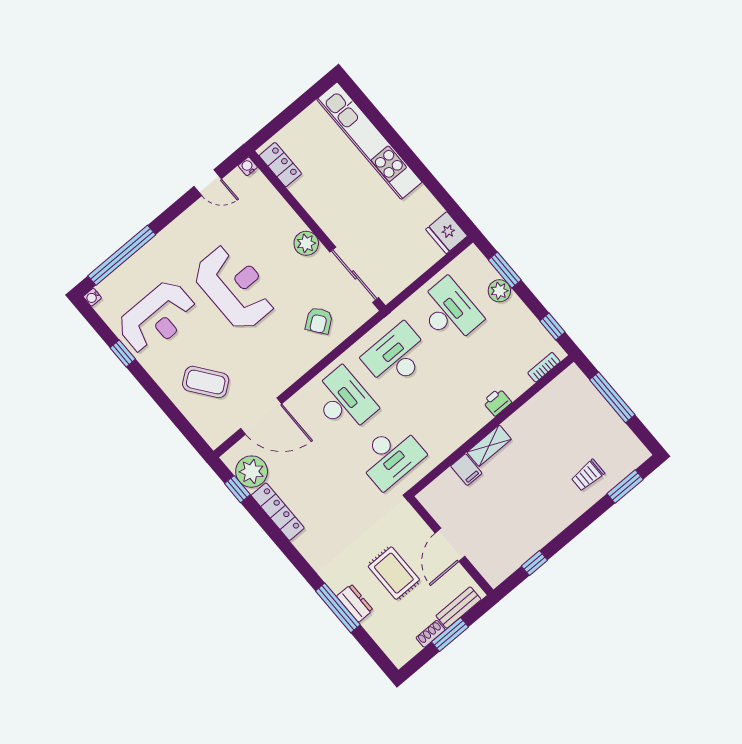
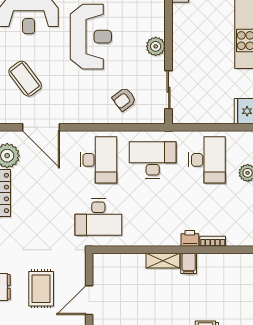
sliding door: (354, 275) -> (169, 90), width x0.73
bookcase: (544, 367) -> (213, 241), moved
filing cabinet: (466, 470) -> (189, 263), moved

